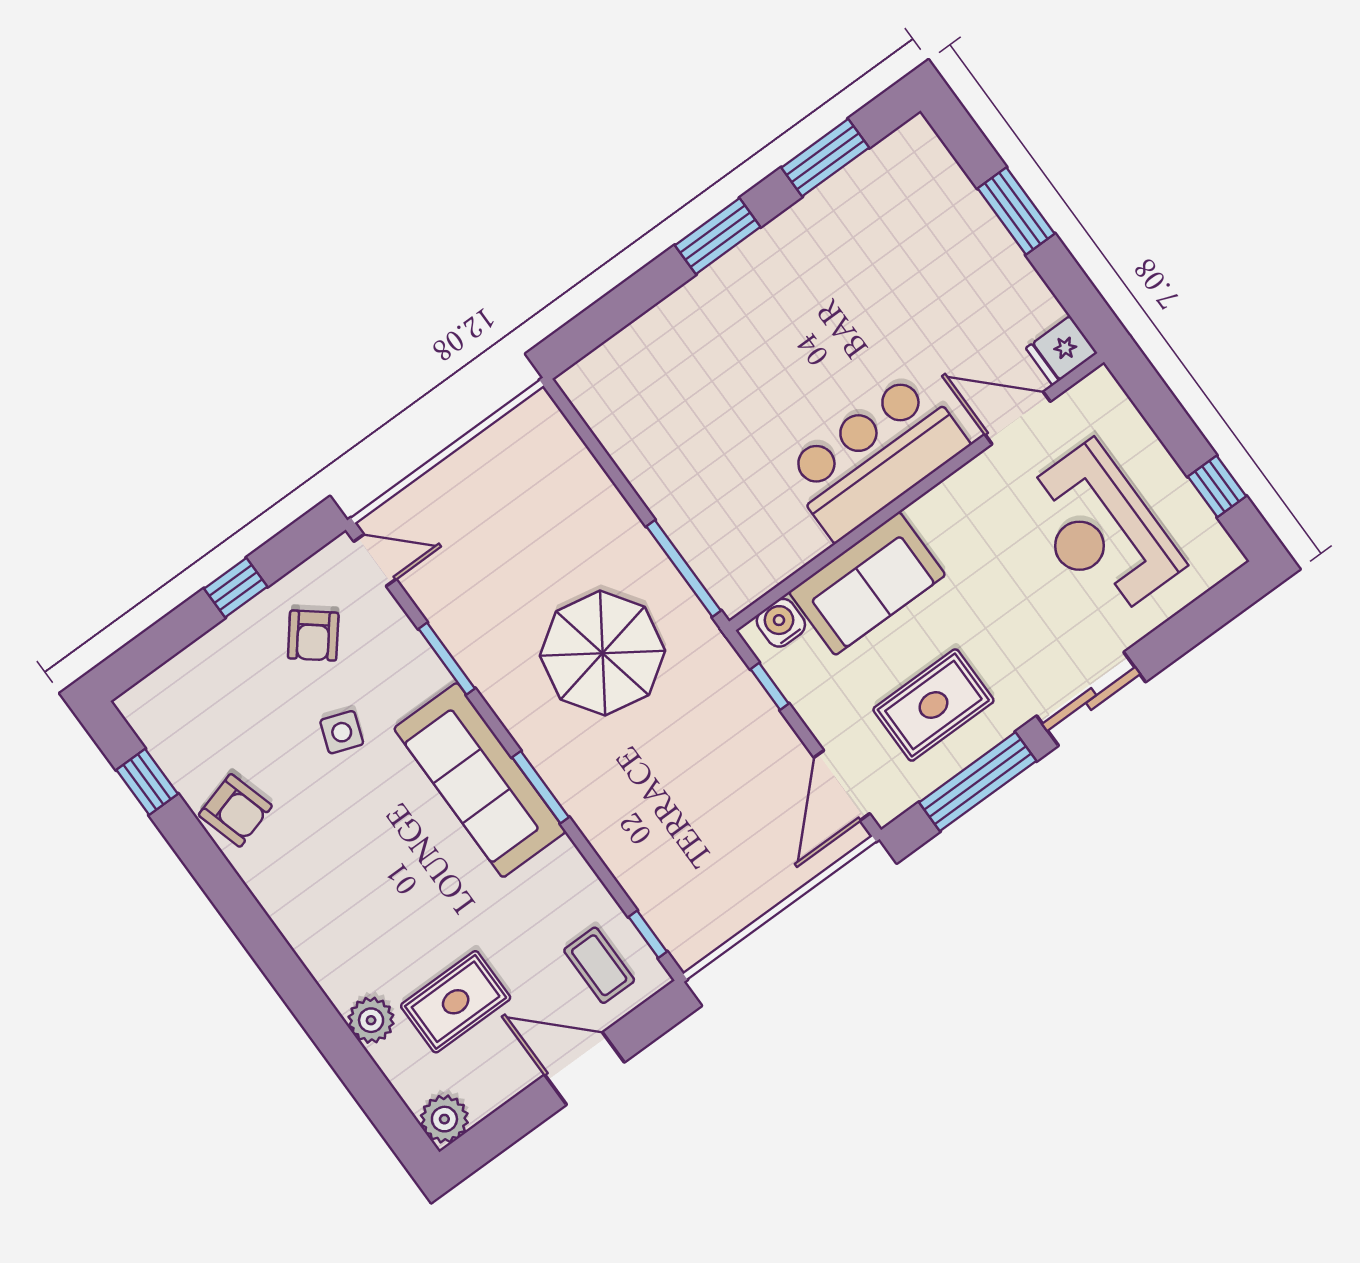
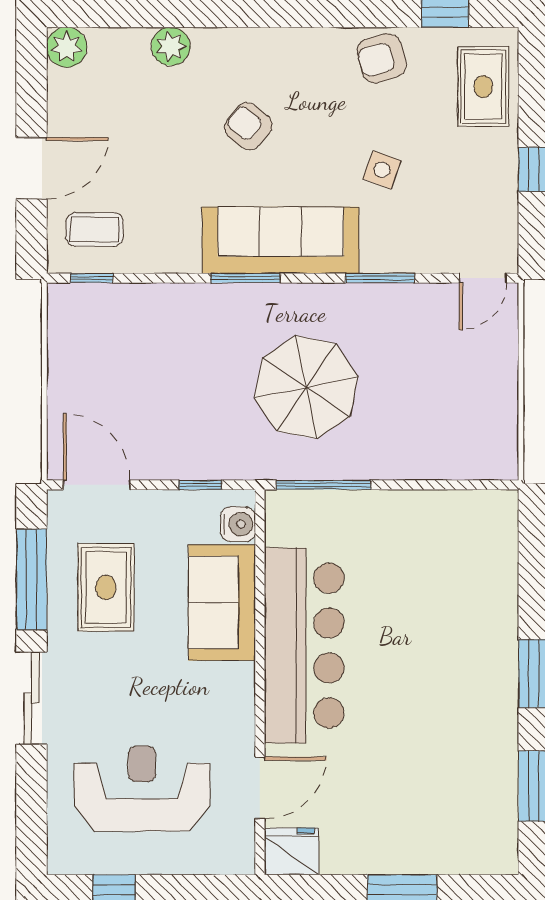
fridge: (1062, 351) -> (292, 851), width x1.38
bar counter: (876, 457) -> (304, 646), width x1.36
armchair: (313, 636) -> (248, 126), moved
rug: (456, 1002) -> (483, 87), moved

